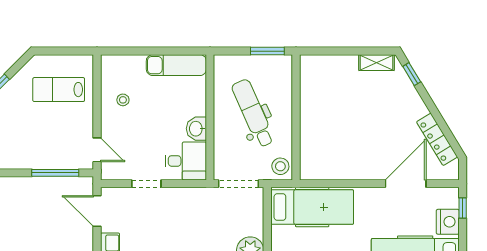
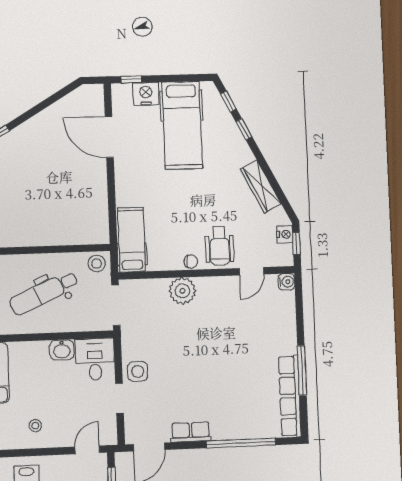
locker: (437, 139) -> (63, 107), removed
side table: (172, 203) -> (138, 371), added
hospital bed: (312, 207) -> (131, 240), width x0.73, depth x0.78

